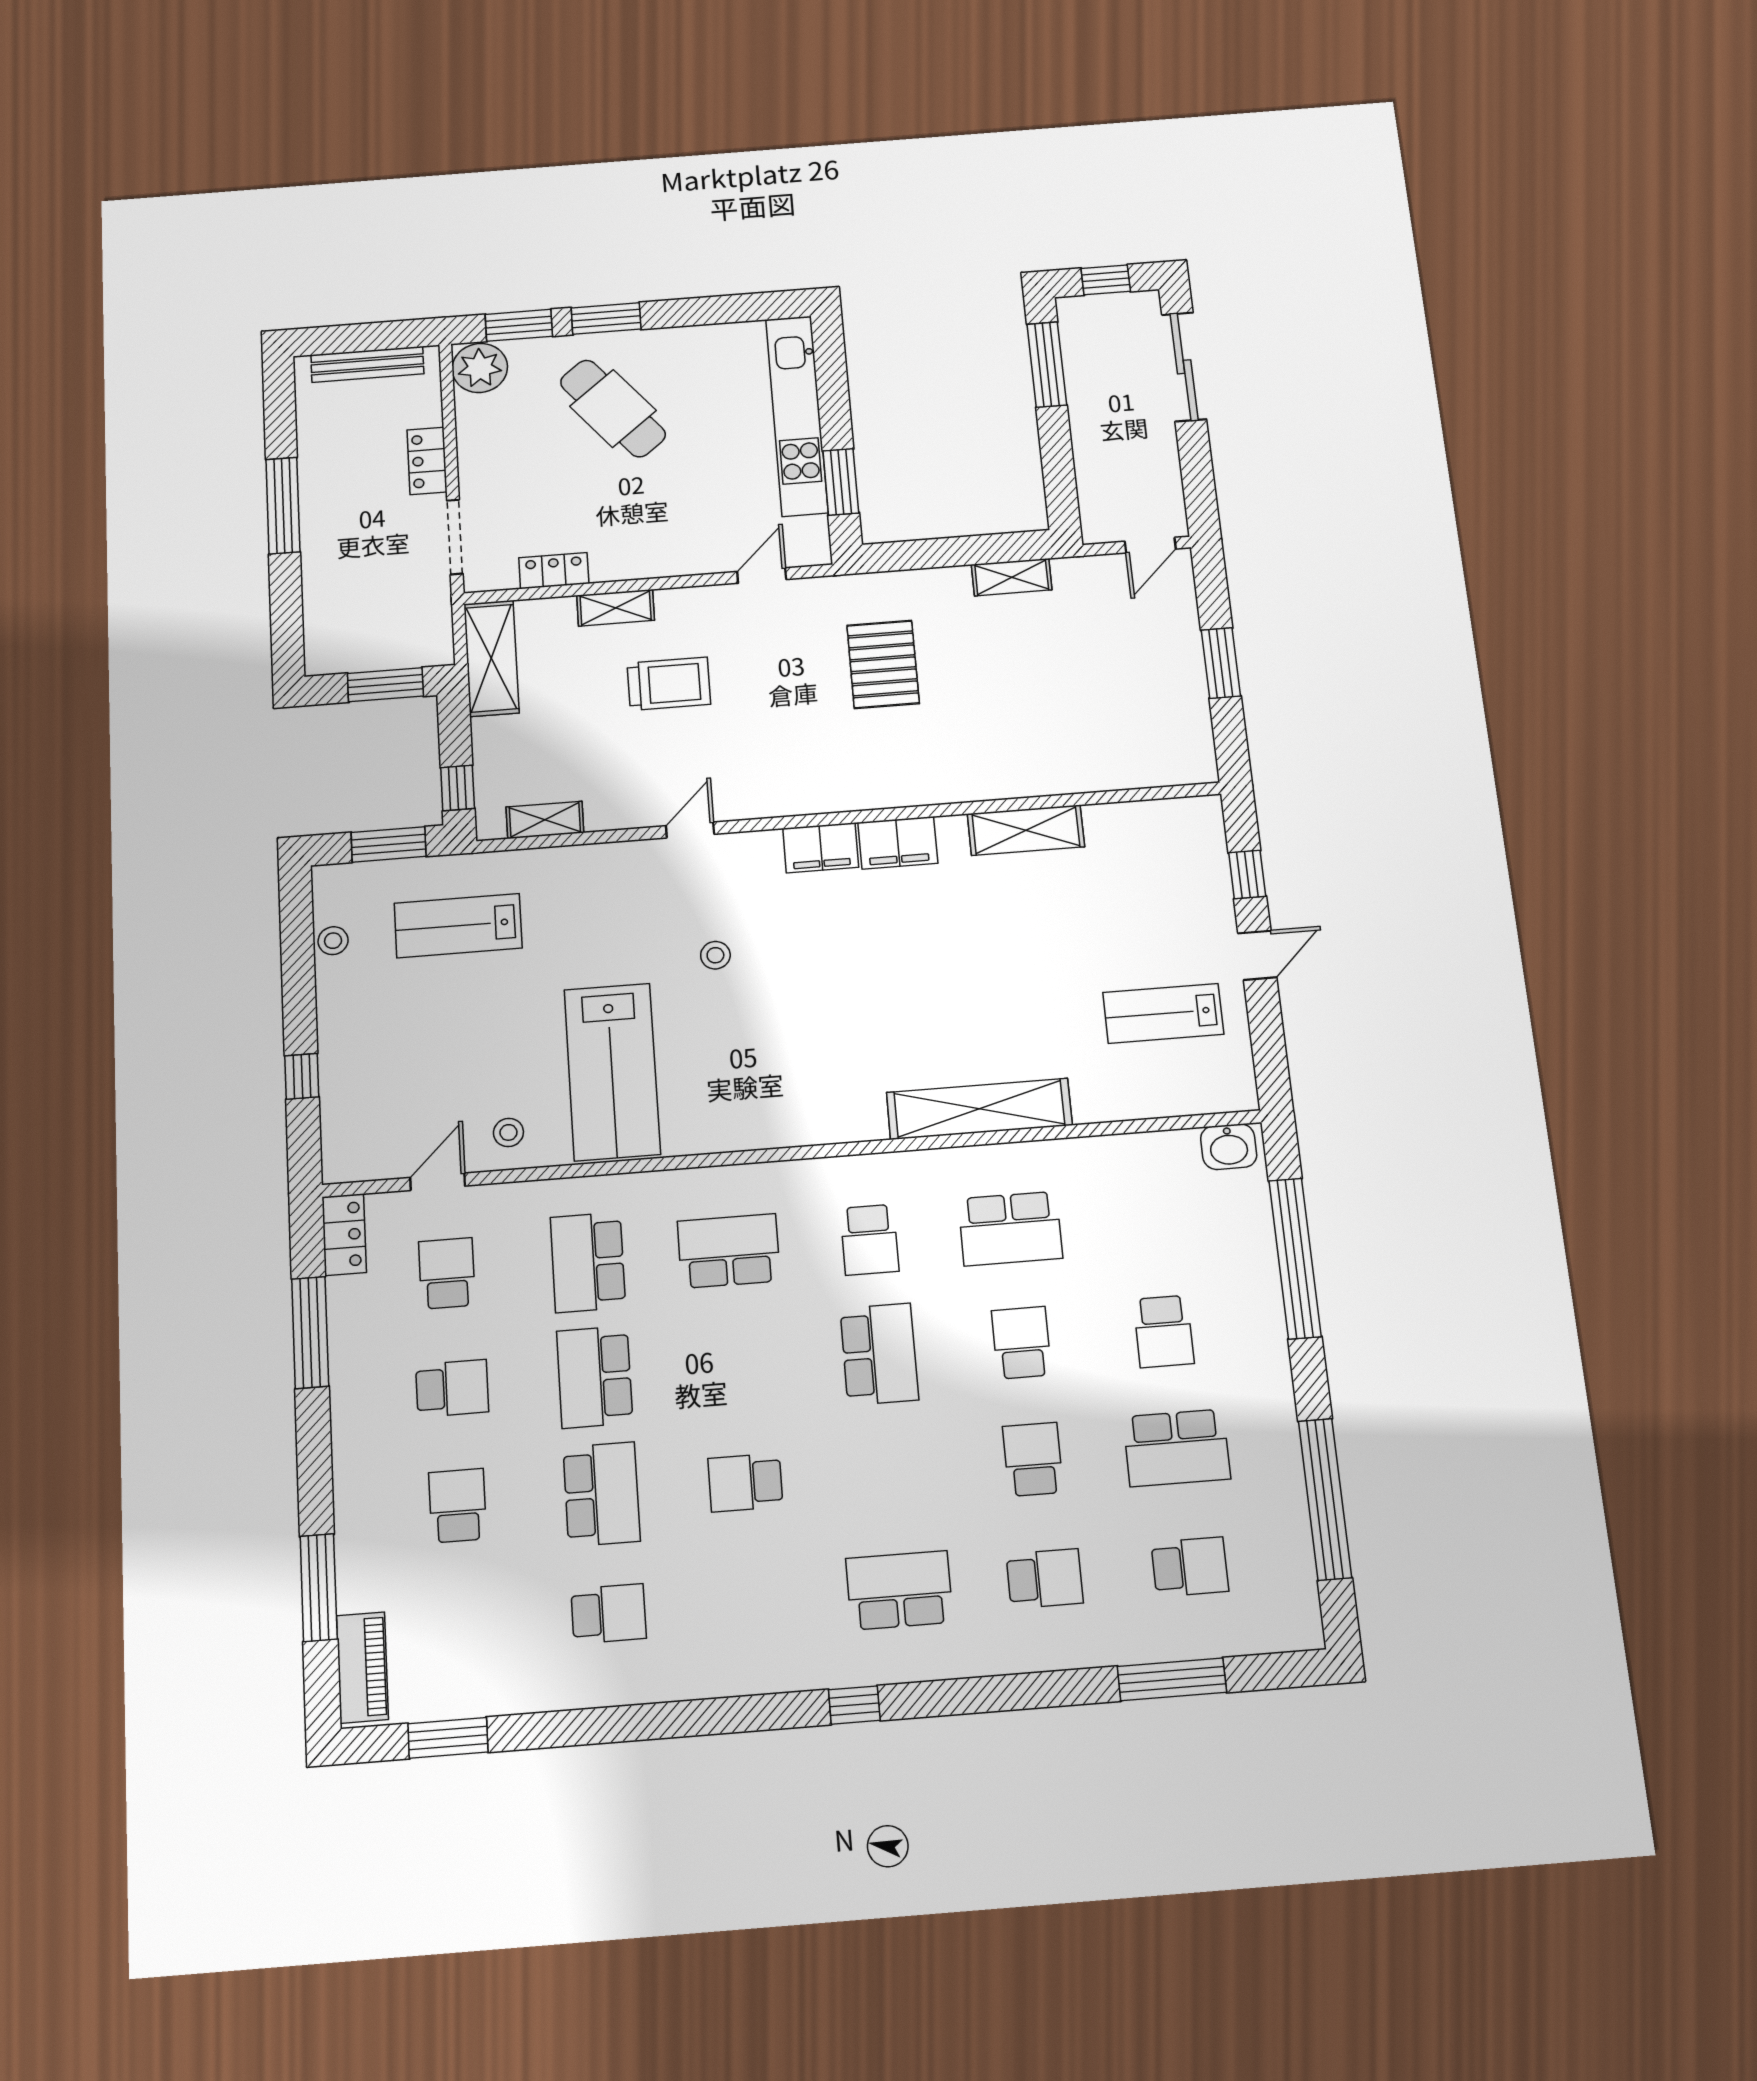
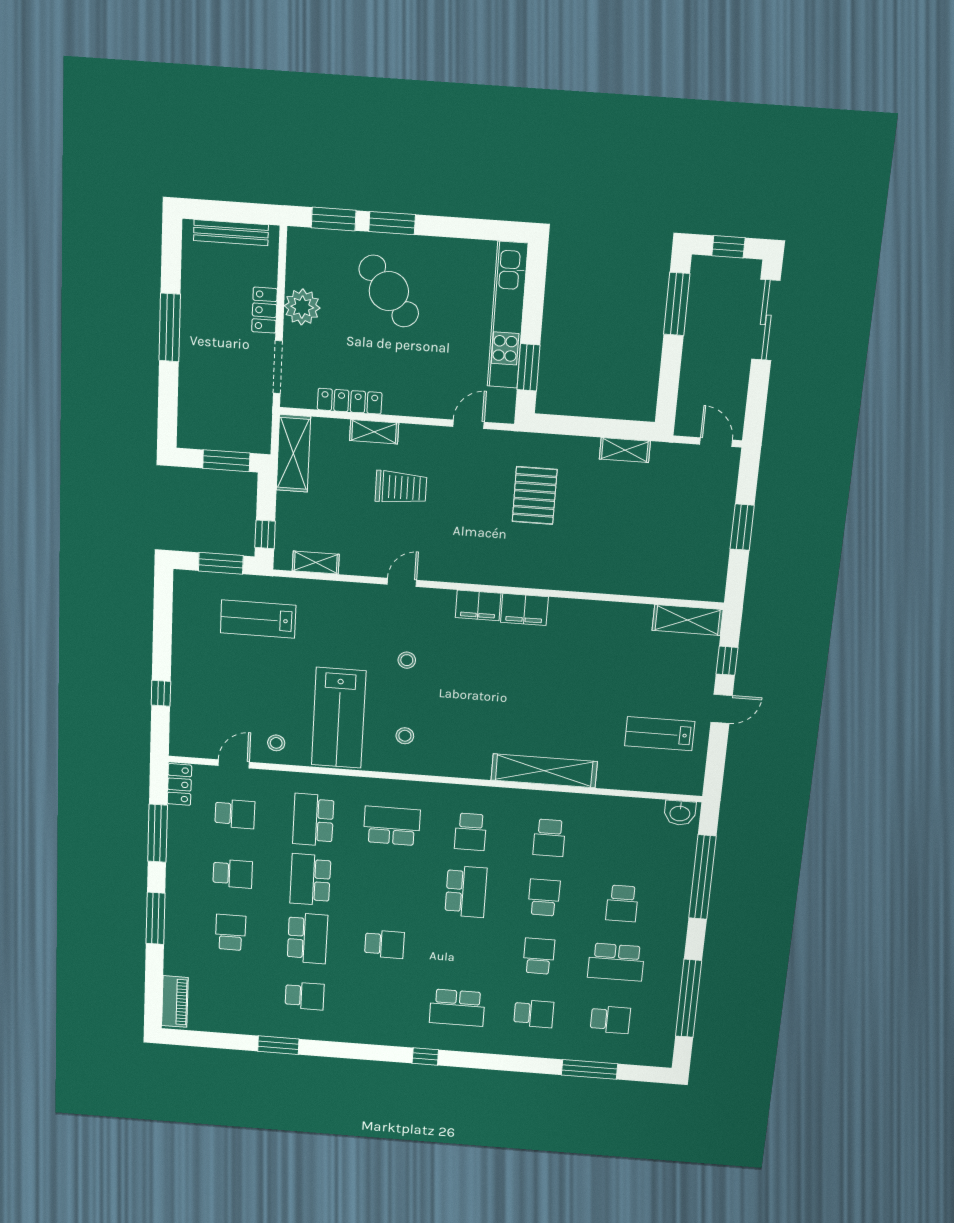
plant: (480, 368) -> (302, 307), moved
door: (1150, 545) -> (716, 442), swing flipped
locker: (554, 571) -> (350, 401), width x1.53
shelving: (1026, 830) -> (688, 620), moved
stool: (333, 941) -> (405, 736), moved
school desk: (1010, 1229) -> (549, 838), width x0.54
school desk: (447, 1273) -> (235, 814), turned 90
school desk: (745, 1482) -> (384, 944), turned 180
window: (319, 1588) -> (156, 918), moved
school desk: (899, 1590) -> (457, 1008), turned 180
window: (448, 1738) -> (278, 1045), moved

